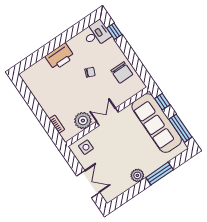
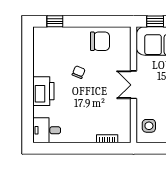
desk: (97, 34) -> (47, 130), moved, turned -90
plant: (83, 121) -> (121, 111), removed

